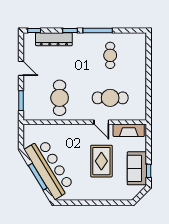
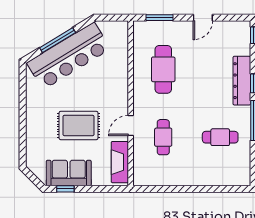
dresser: (54, 39) -> (242, 81), moved
cafe table: (60, 98) -> (163, 69), turned 90
cafe table: (110, 98) -> (163, 137), width x0.73, depth x0.74

